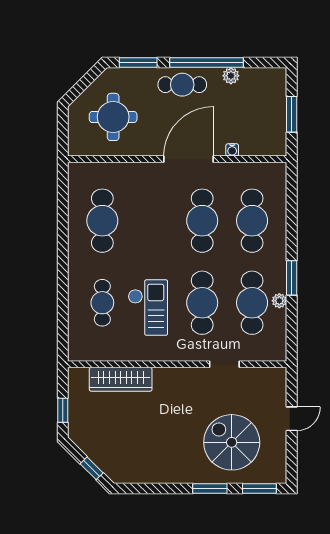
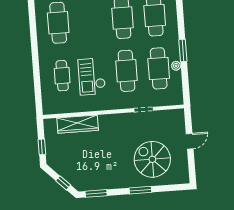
checkout: (148, 308) -> (92, 77), turned 180
window: (259, 488) -> (96, 193), moved

